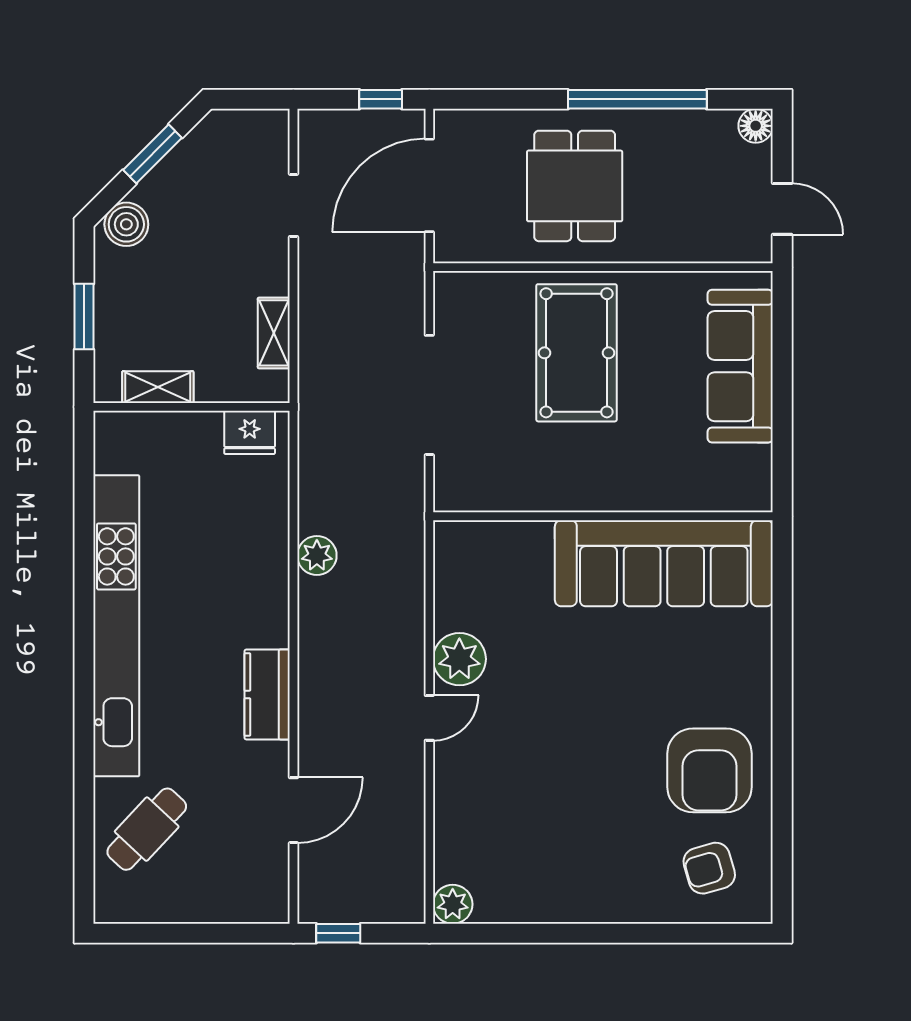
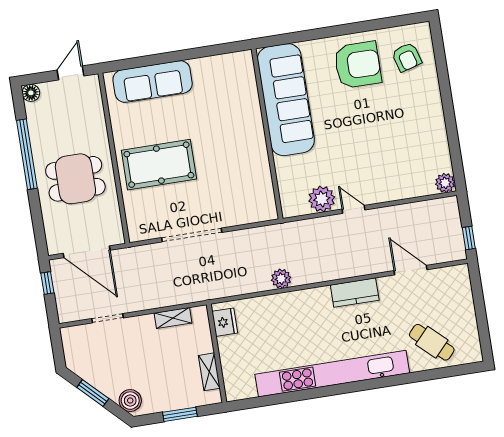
wall: (603, 516) -> (267, 134), moved
sofa: (664, 563) -> (286, 100), moved

